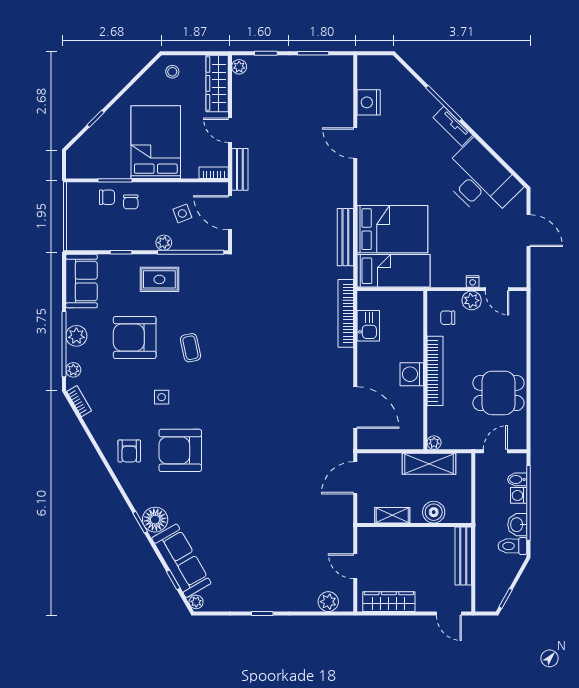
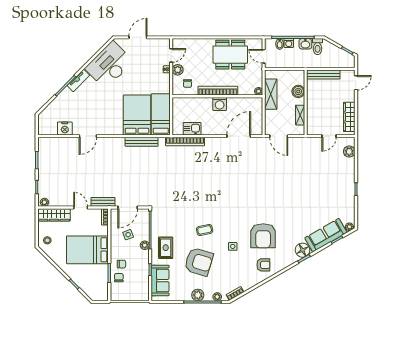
door: (230, 130) -> (81, 207), swing flipped
sofa: (82, 281) -> (160, 281), moved, turned 90
armchair: (135, 338) -> (199, 262), turned -73
dining table: (498, 393) -> (230, 55), width x1.38

